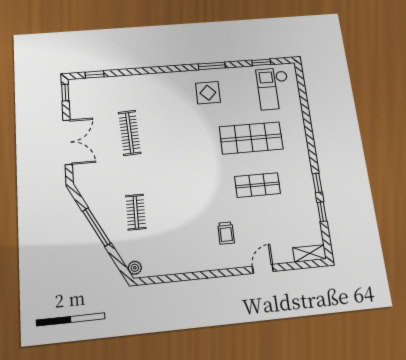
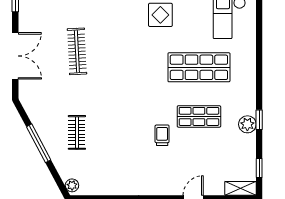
plant: (306, 188) -> (247, 124), added
window: (322, 212) -> (259, 168), moved
trolley: (226, 233) -> (162, 135), moved, turned 180

